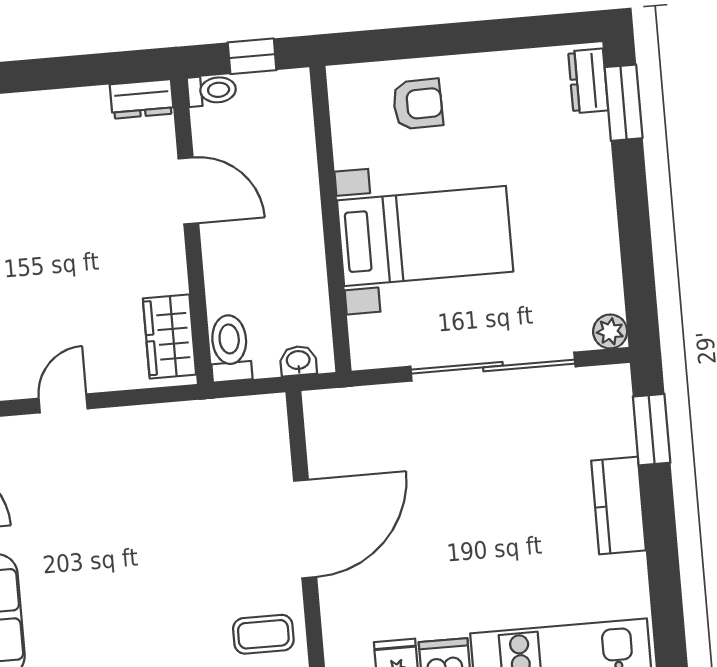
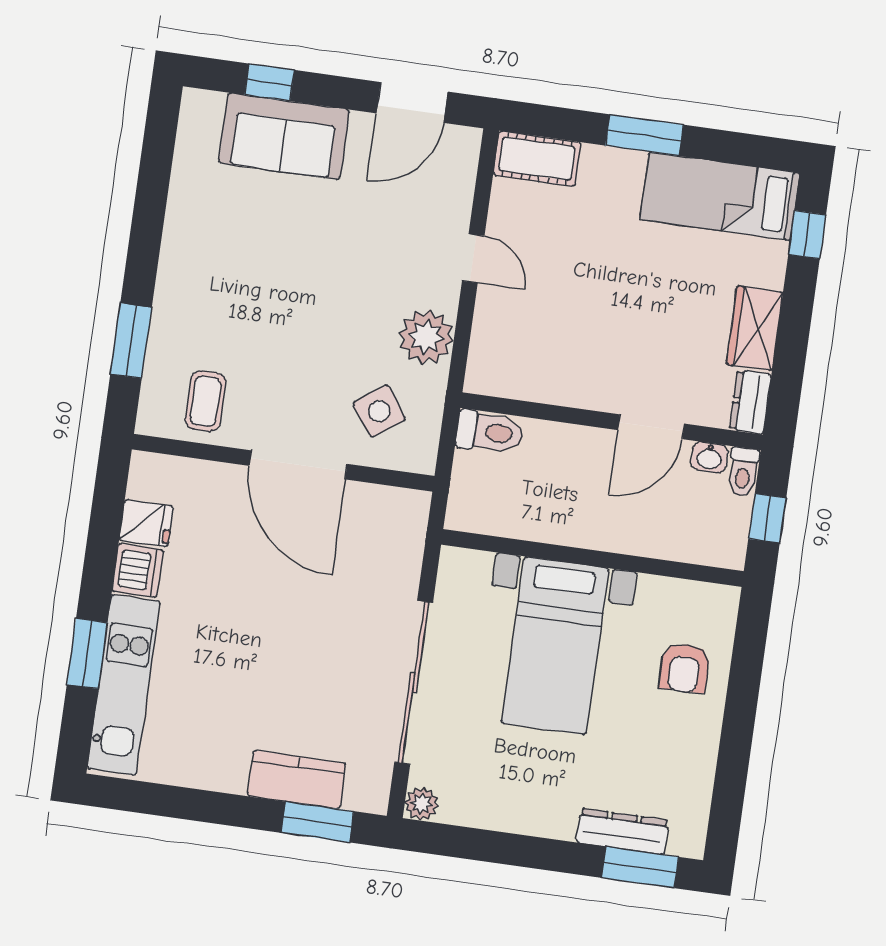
dresser: (588, 81) -> (623, 831), moved, width x1.44
wardrobe: (170, 336) -> (755, 328), moved, turned -90
washbasin: (298, 361) -> (709, 457), moved, turned 90
plant: (151, 432) -> (426, 337), added
side table: (234, 461) -> (379, 411), added
kitchen counter: (619, 506) -> (297, 780), moved

